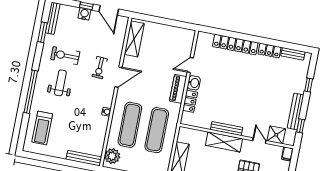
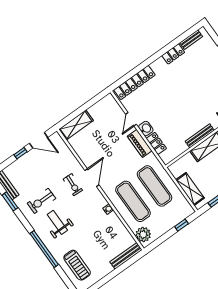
water cooler: (84, 14) -> (25, 160), removed
shelving: (134, 39) -> (76, 125), moved, turned 90
locker: (235, 45) -> (134, 83), moved

